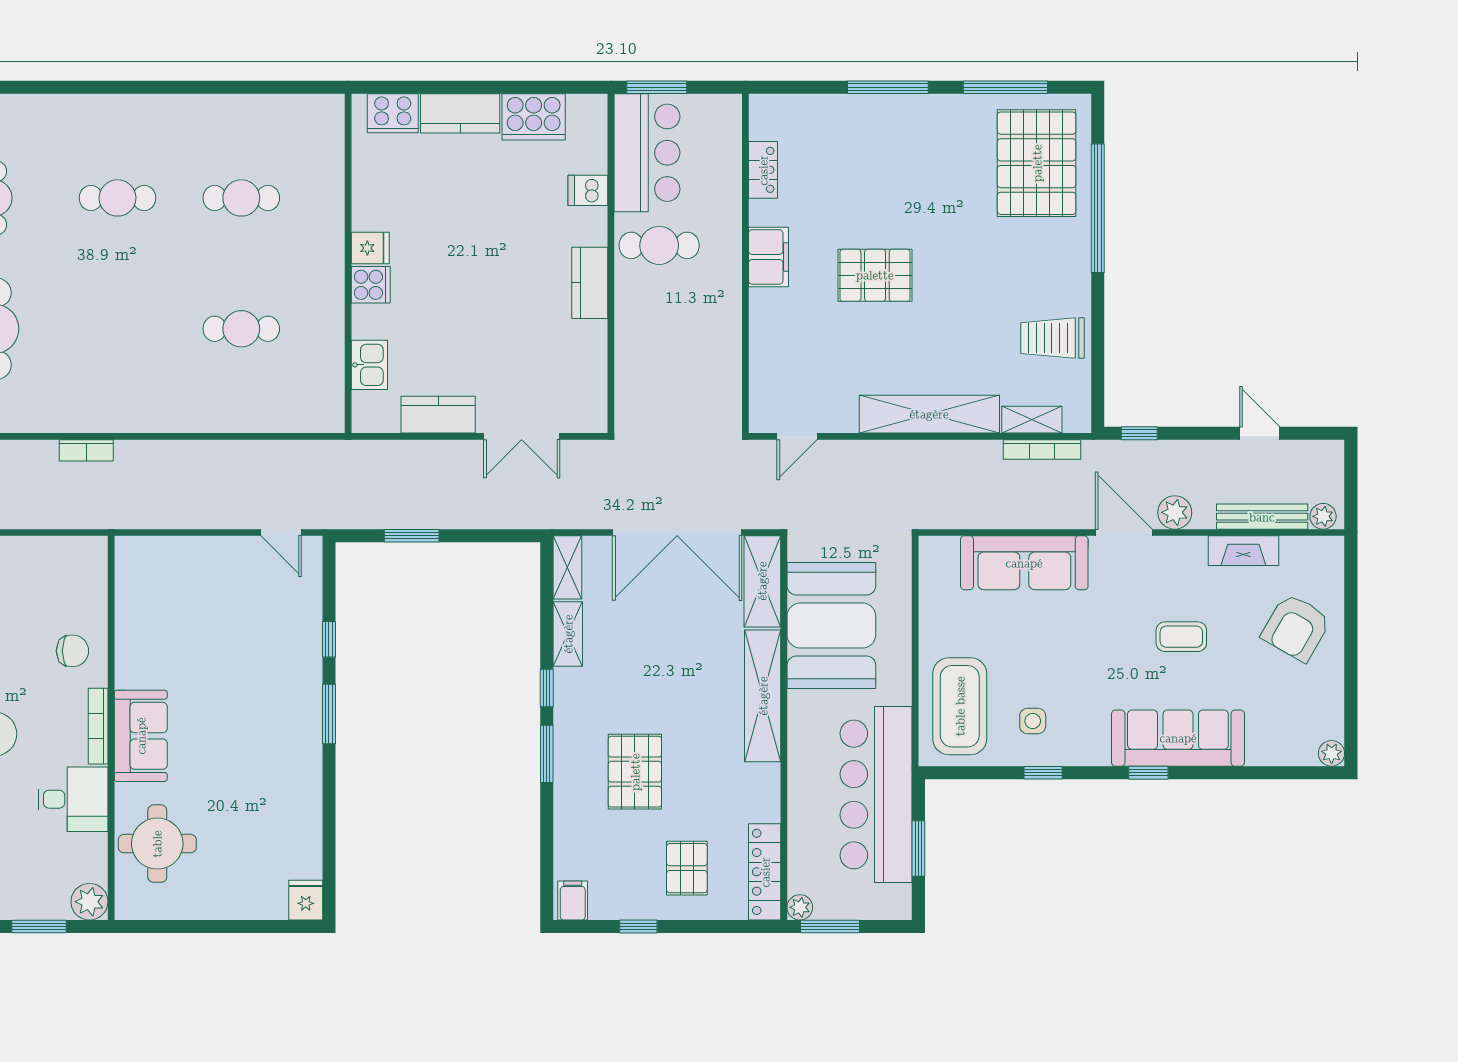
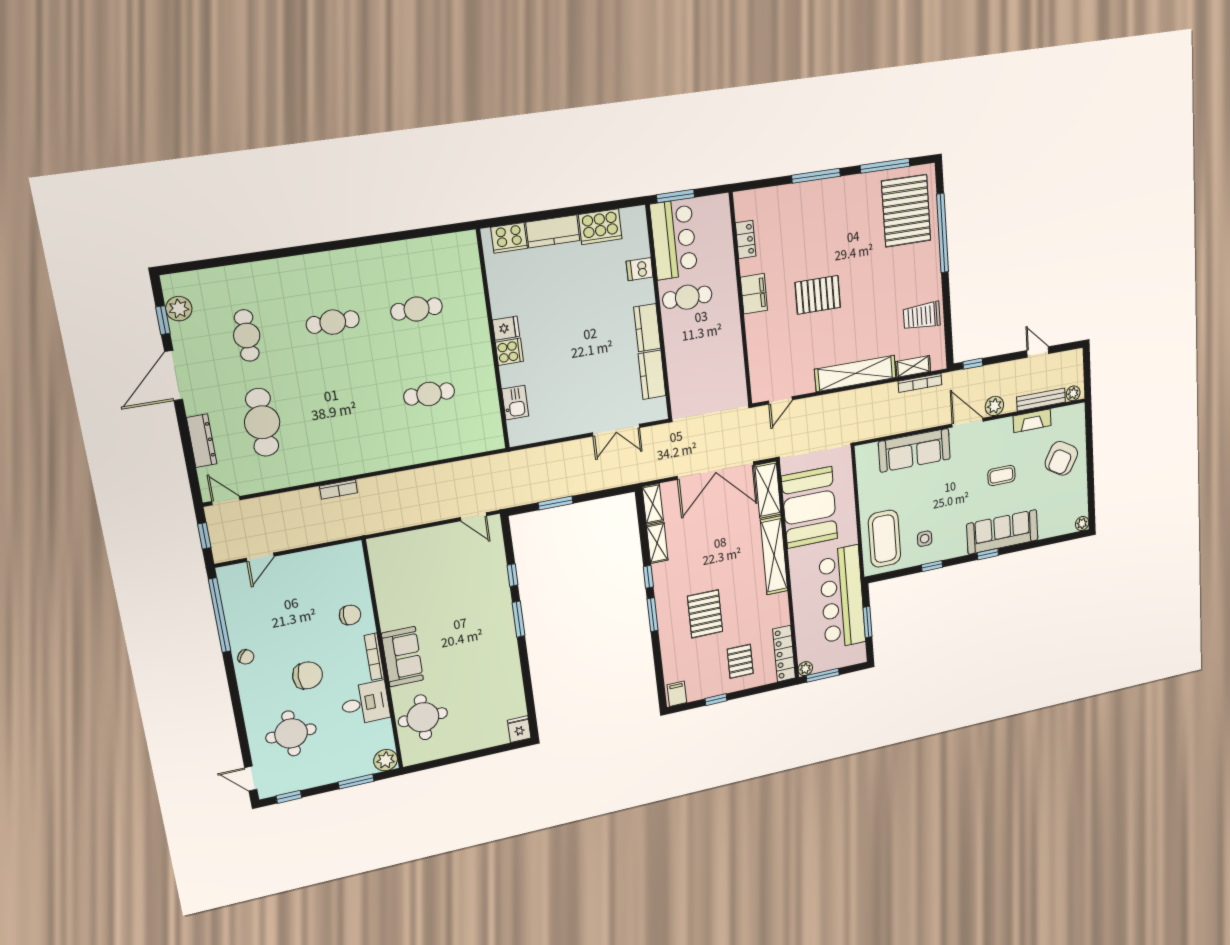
kitchen counter: (438, 415) -> (652, 375), moved, turned -90

